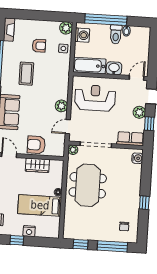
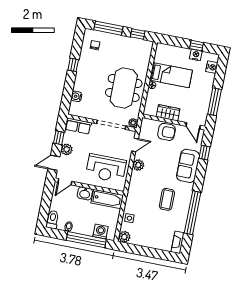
toilet: (116, 34) -> (52, 220), moved
washing machine: (82, 35) -> (101, 232), moved, turned 90
armchair: (39, 46) -> (152, 224), removed
water cooler: (137, 158) -> (76, 96), moved
nightstand: (29, 231) -> (196, 55), moved

